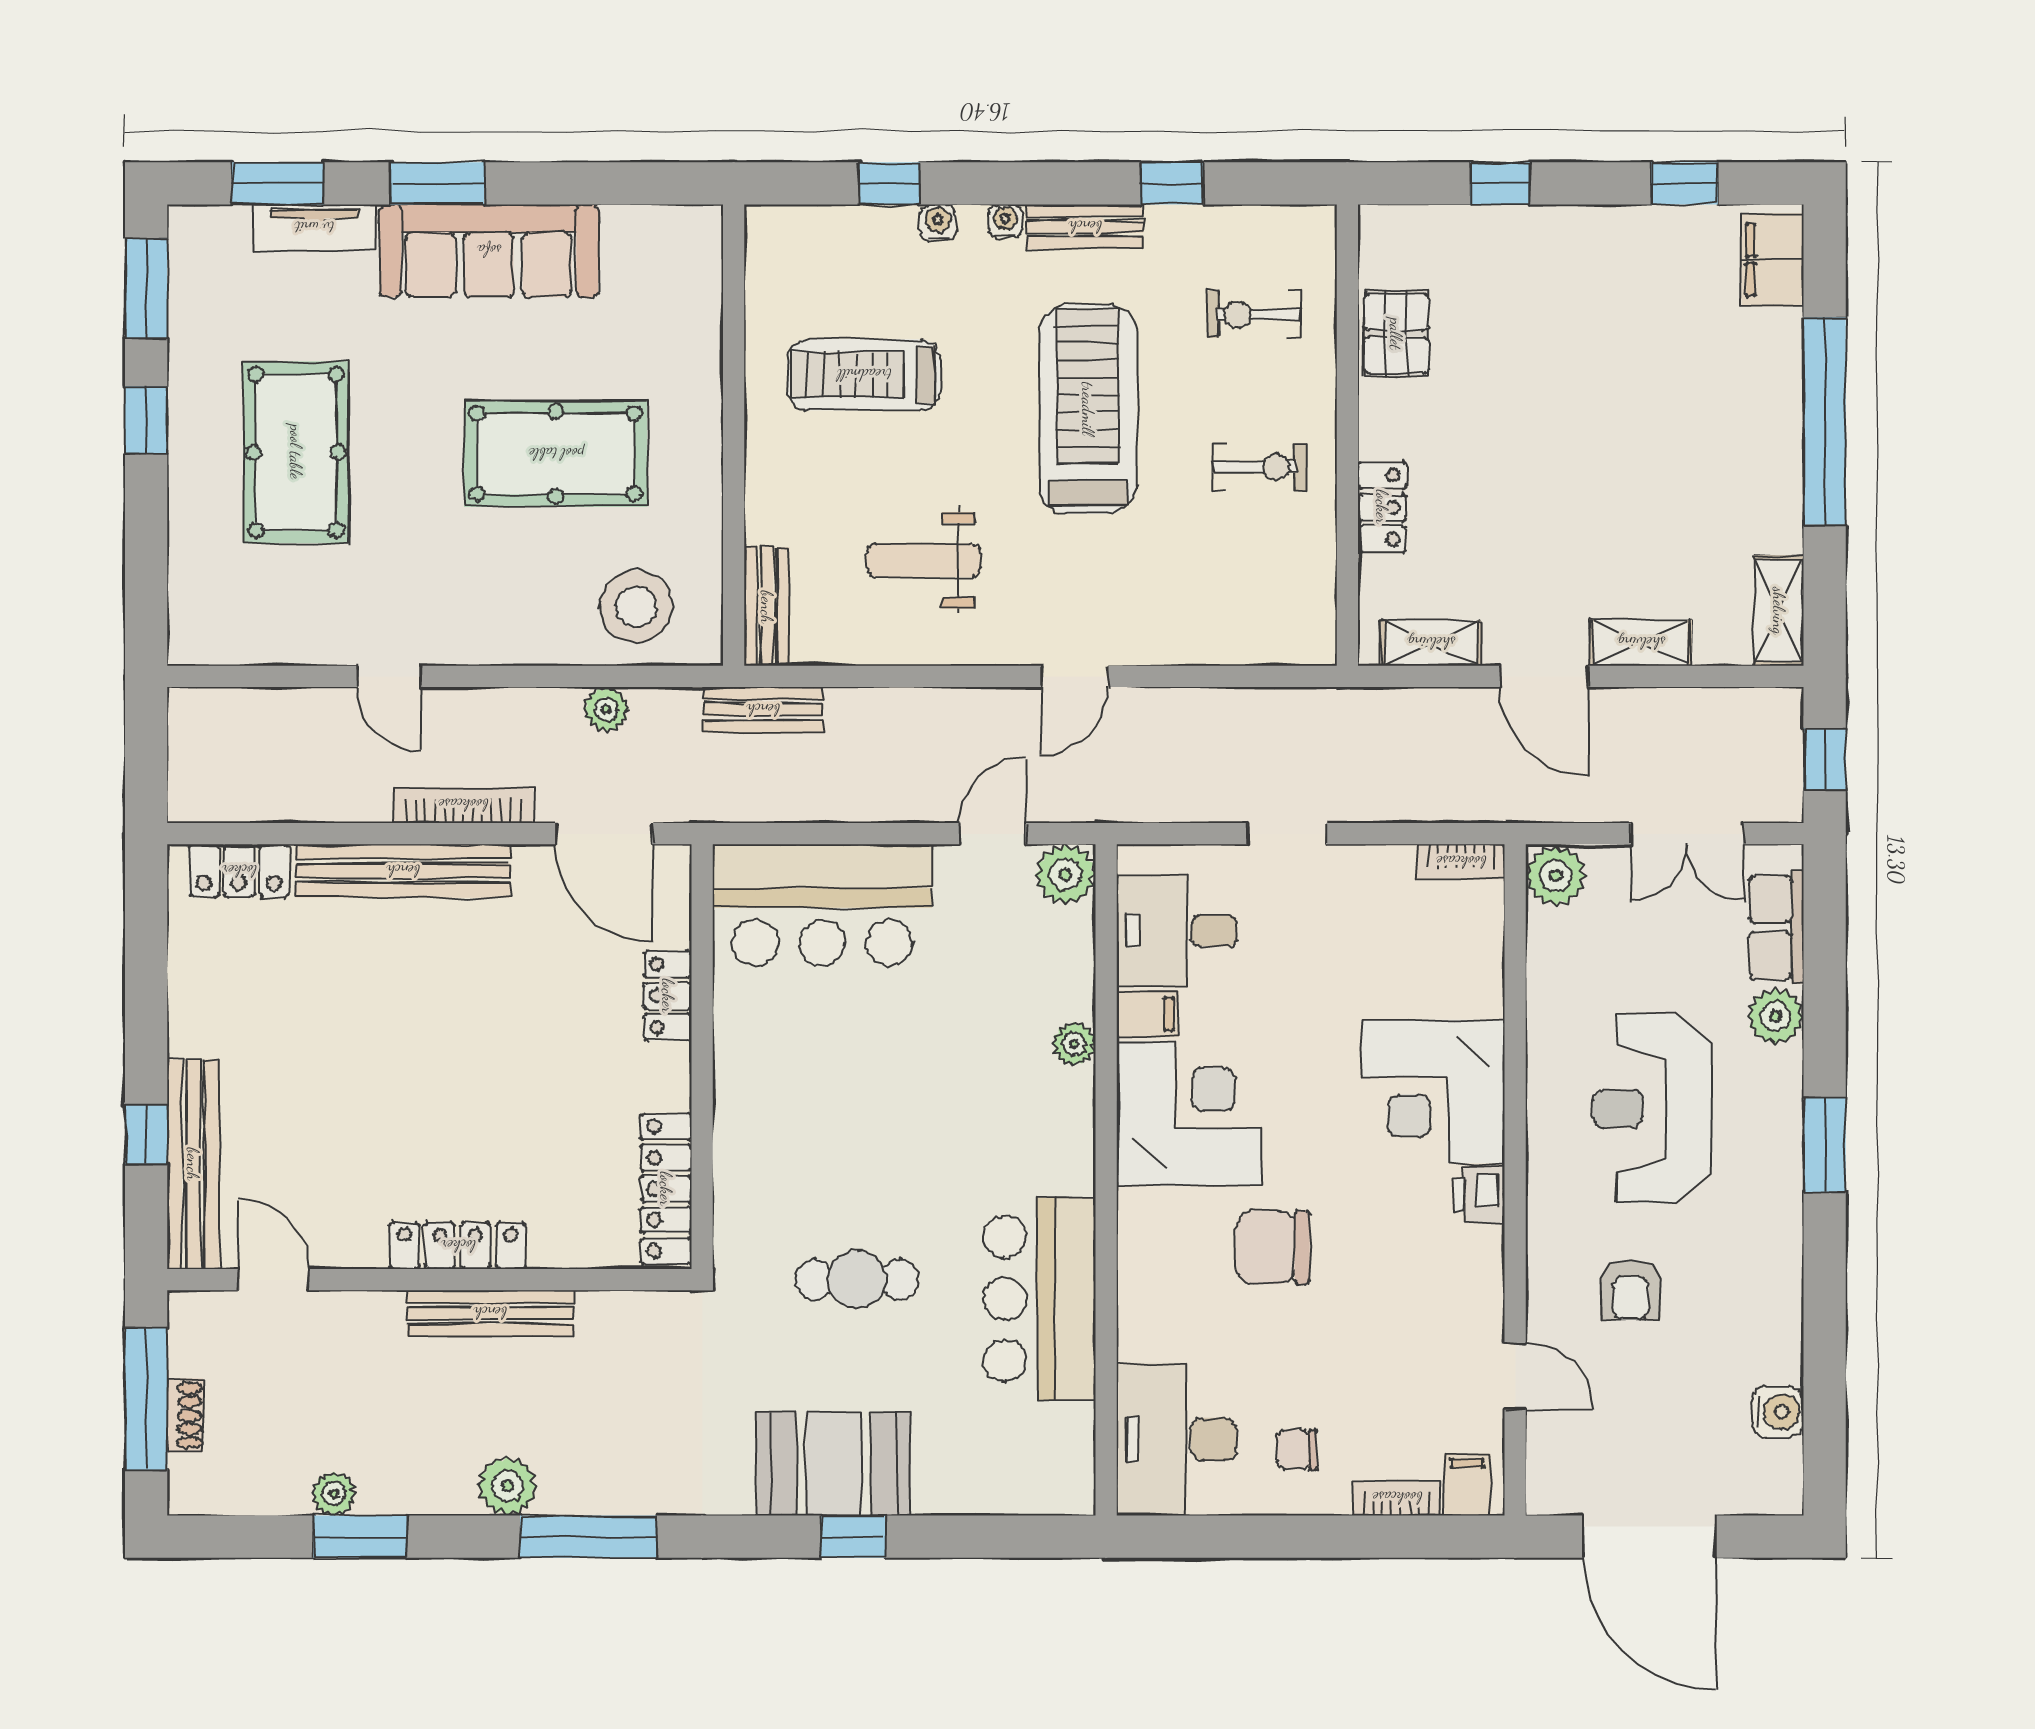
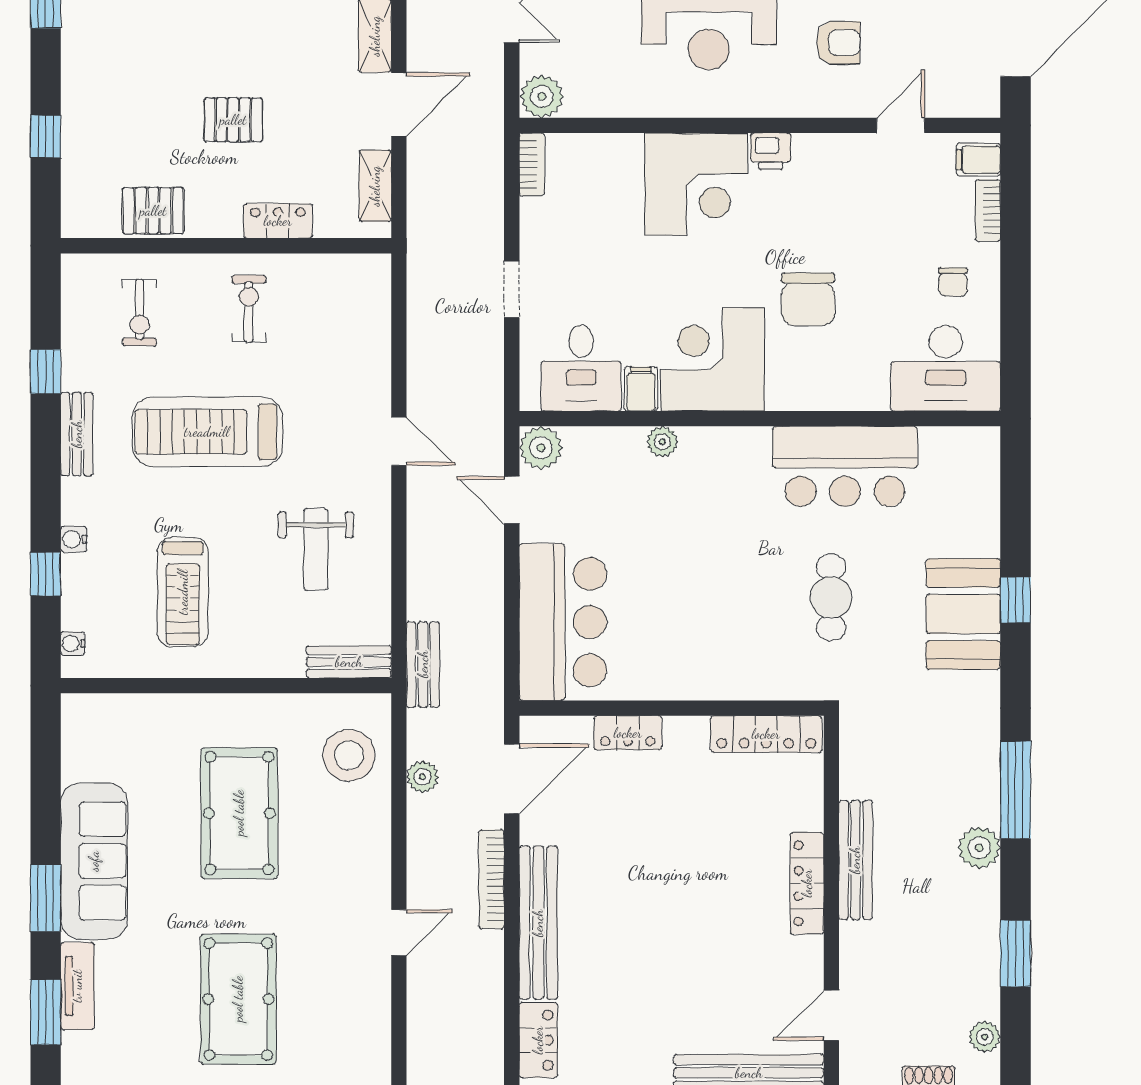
water cooler: (1005, 221) -> (73, 643), moved
pallet: (1523, 445) -> (233, 120), added
pool table: (296, 452) -> (238, 999), turned 90
plant: (334, 1494) -> (985, 1037), moved

